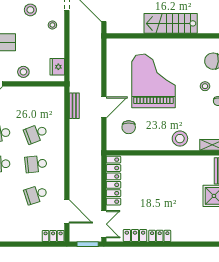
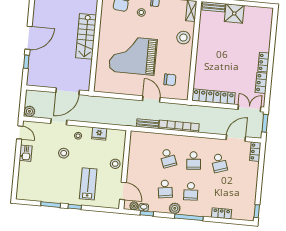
fridge: (57, 67) -> (99, 134), moved
bookcase: (75, 143) -> (179, 126), added

